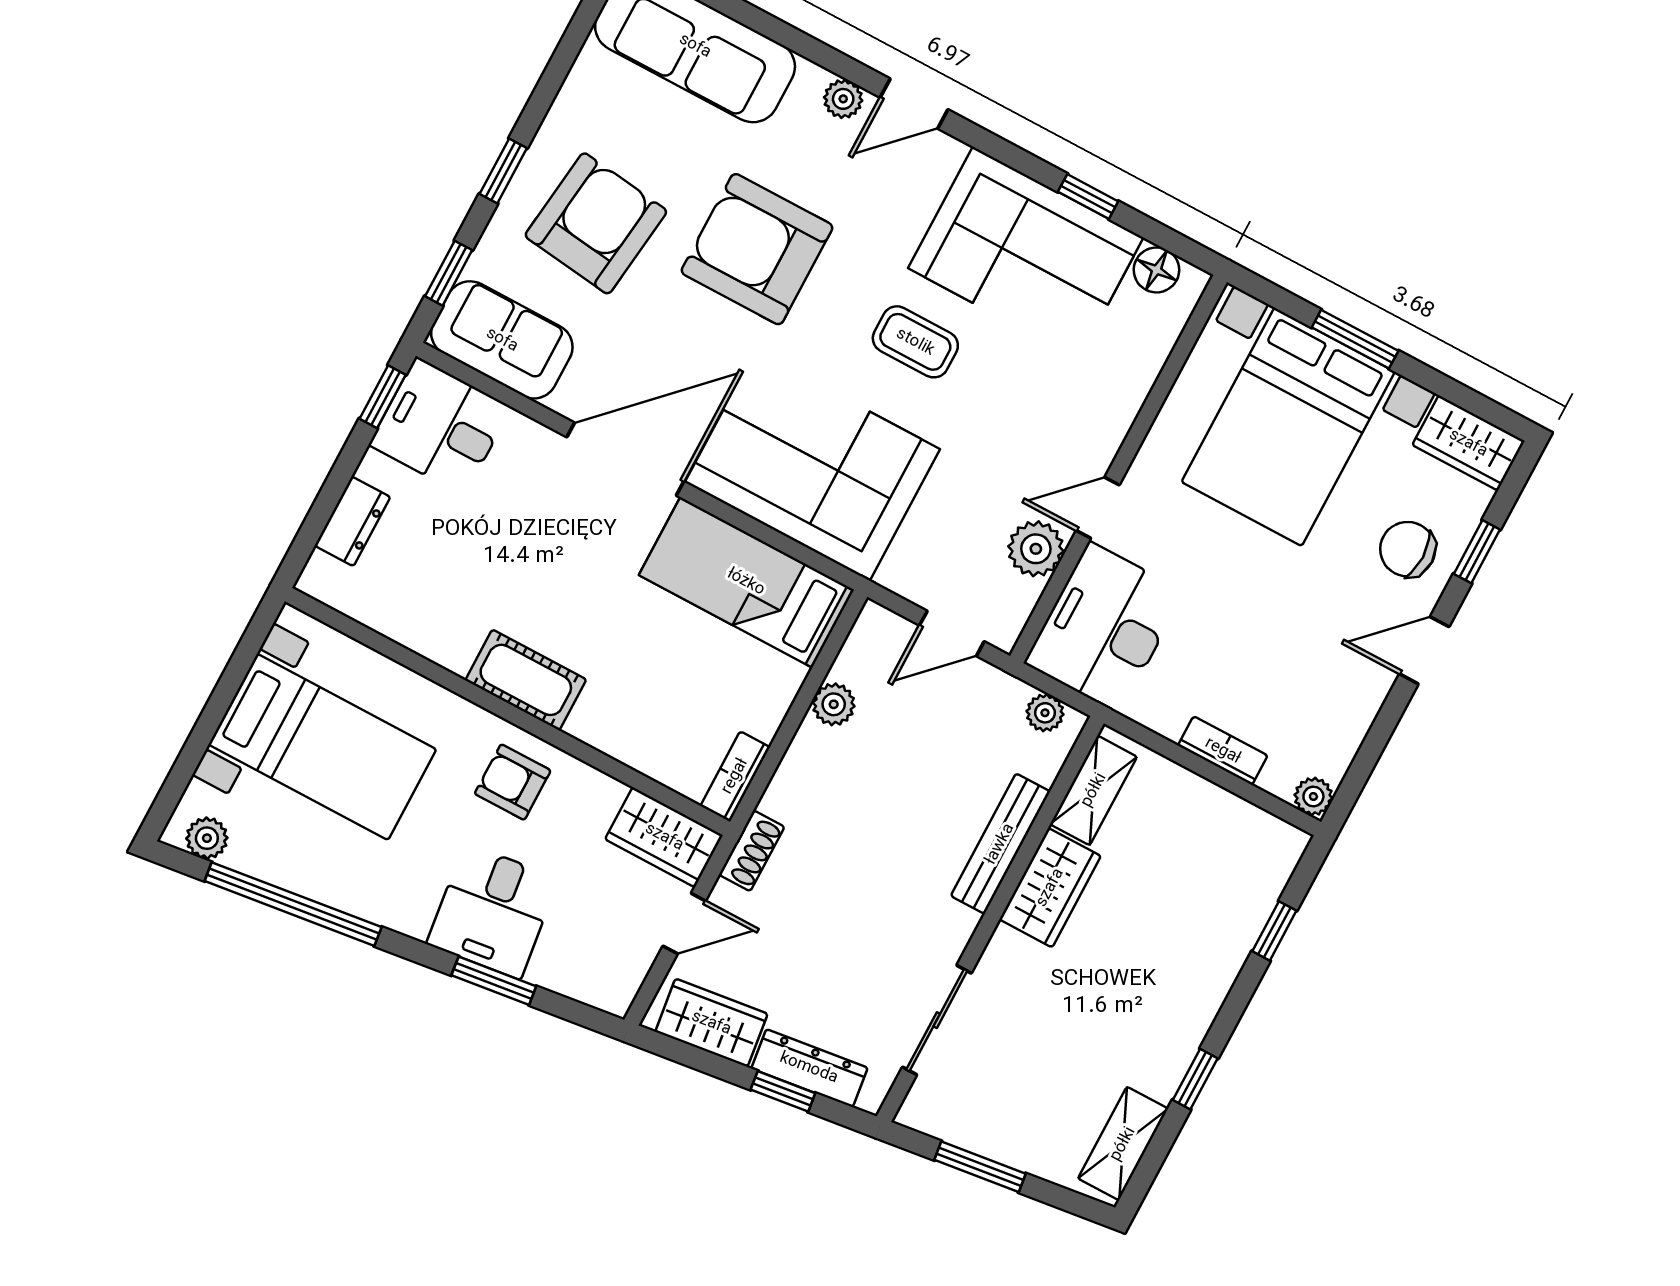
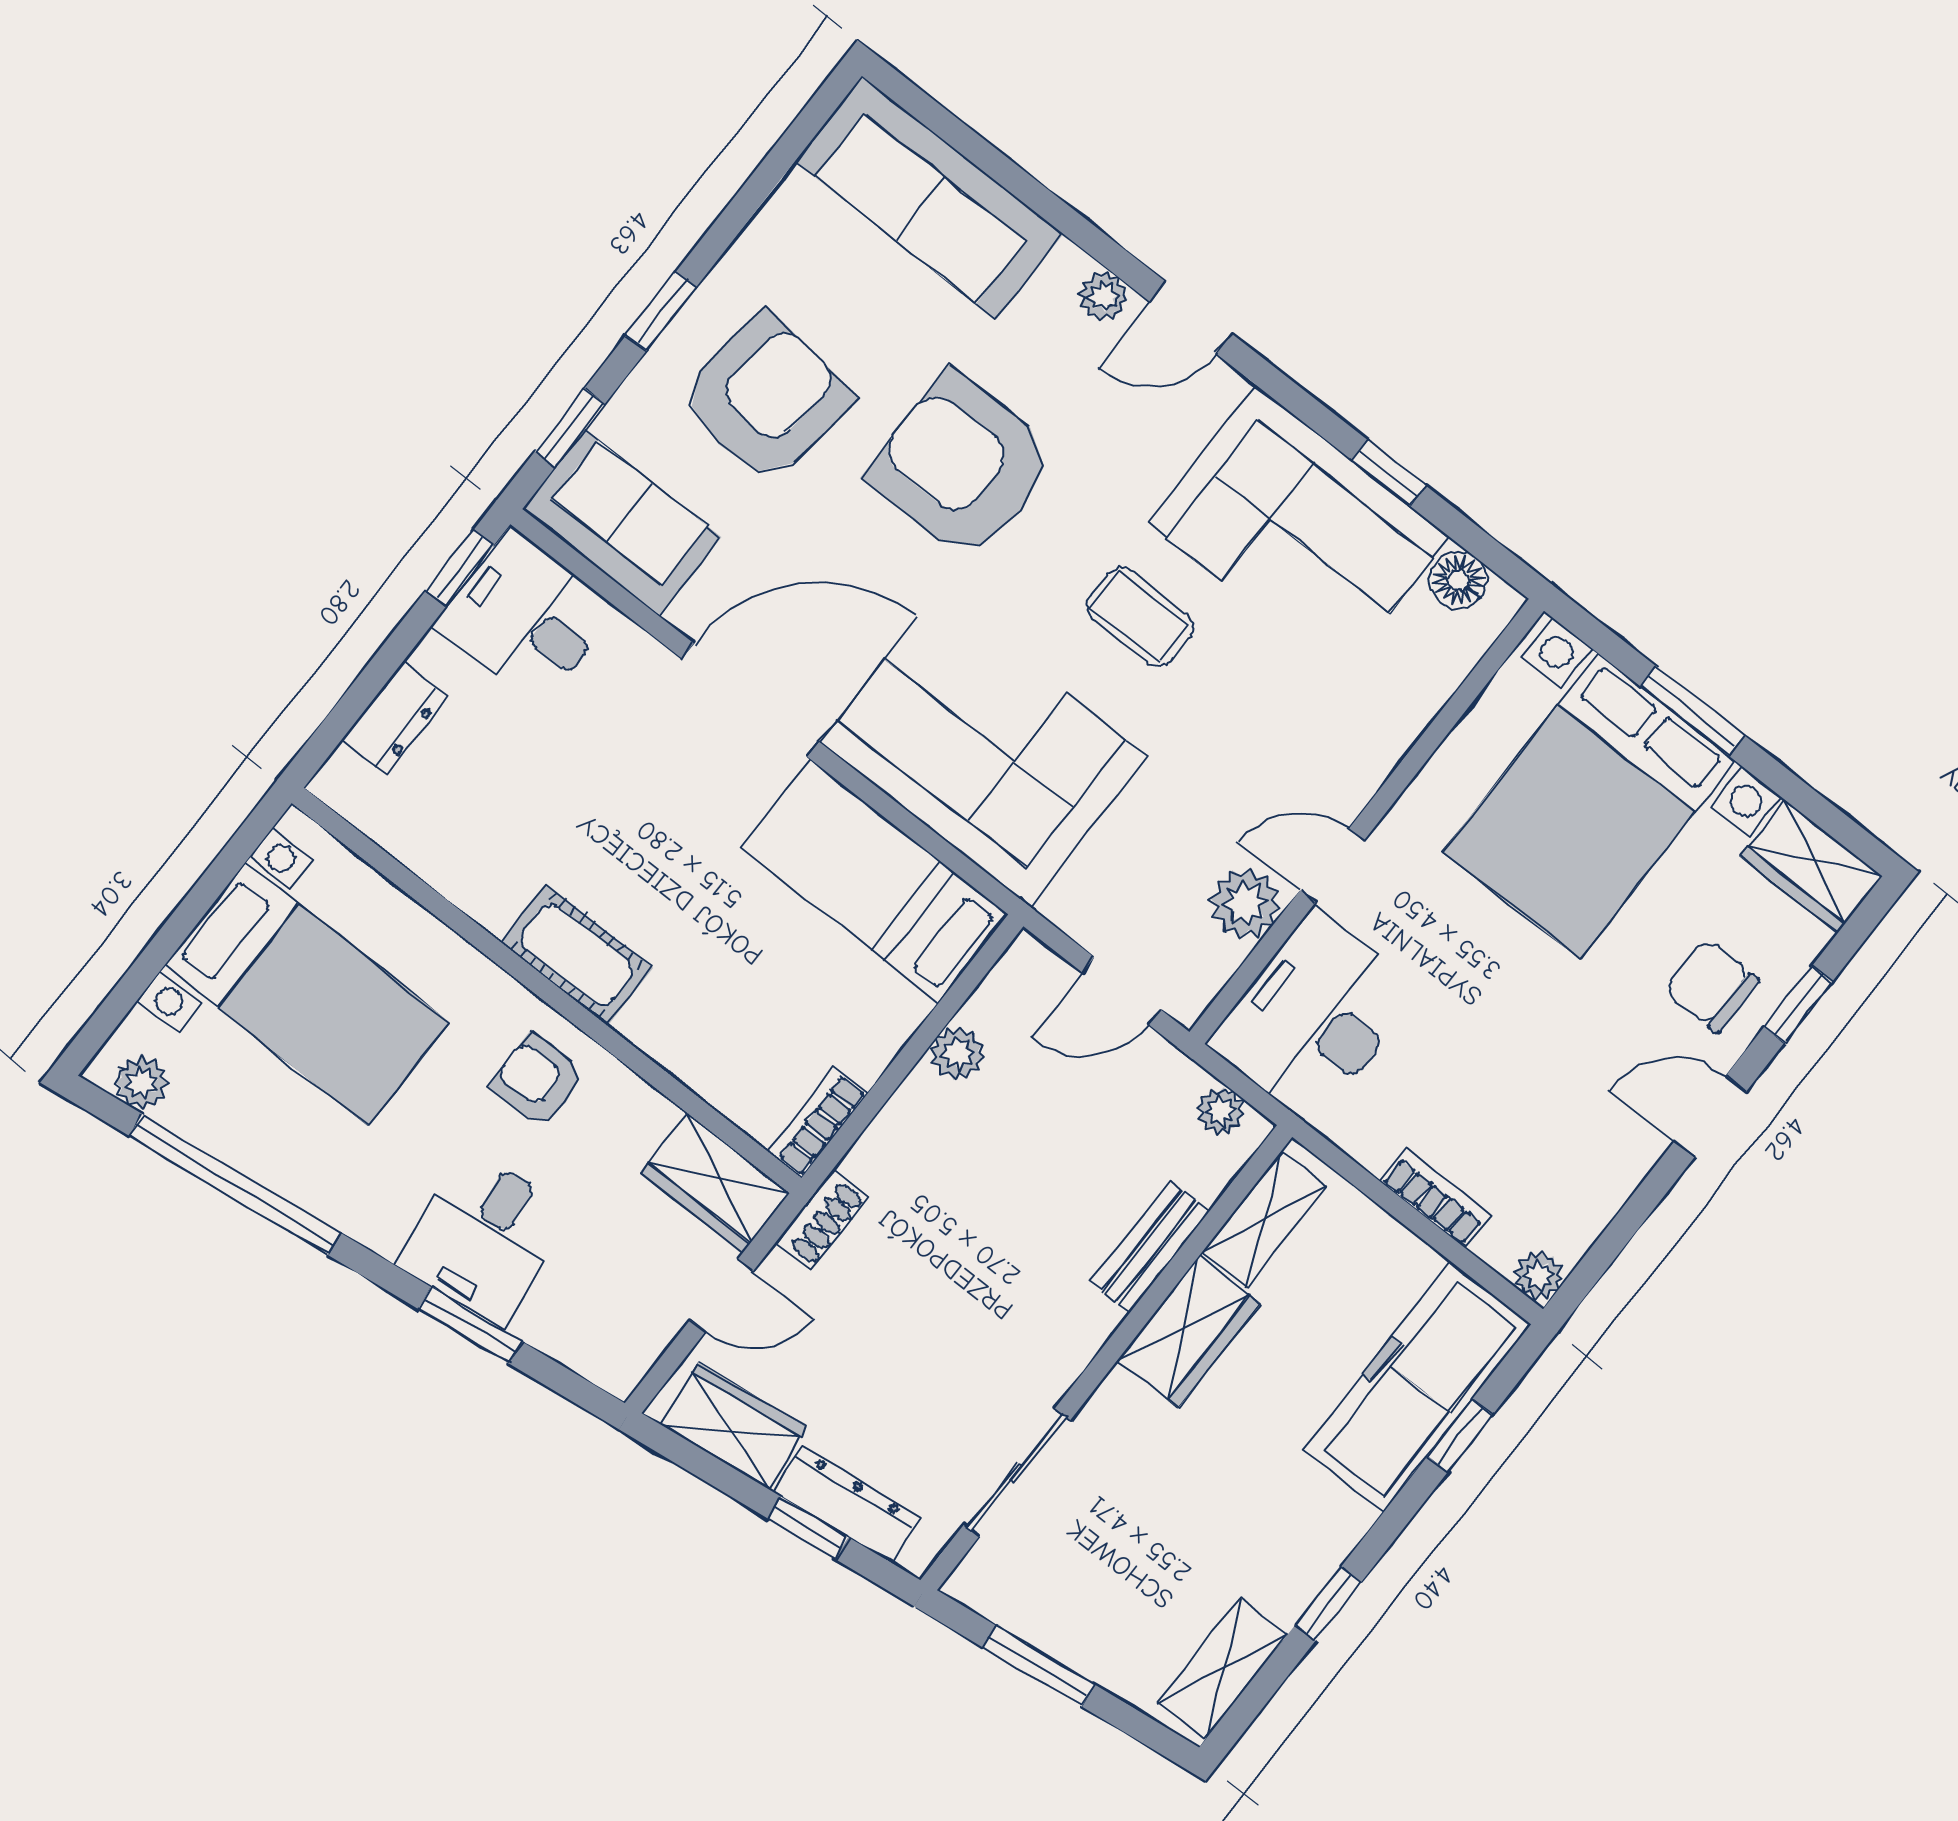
bench: (1000, 844) -> (1150, 1247), width x0.73
freezer: (1235, 899) -> (1417, 1387), added

